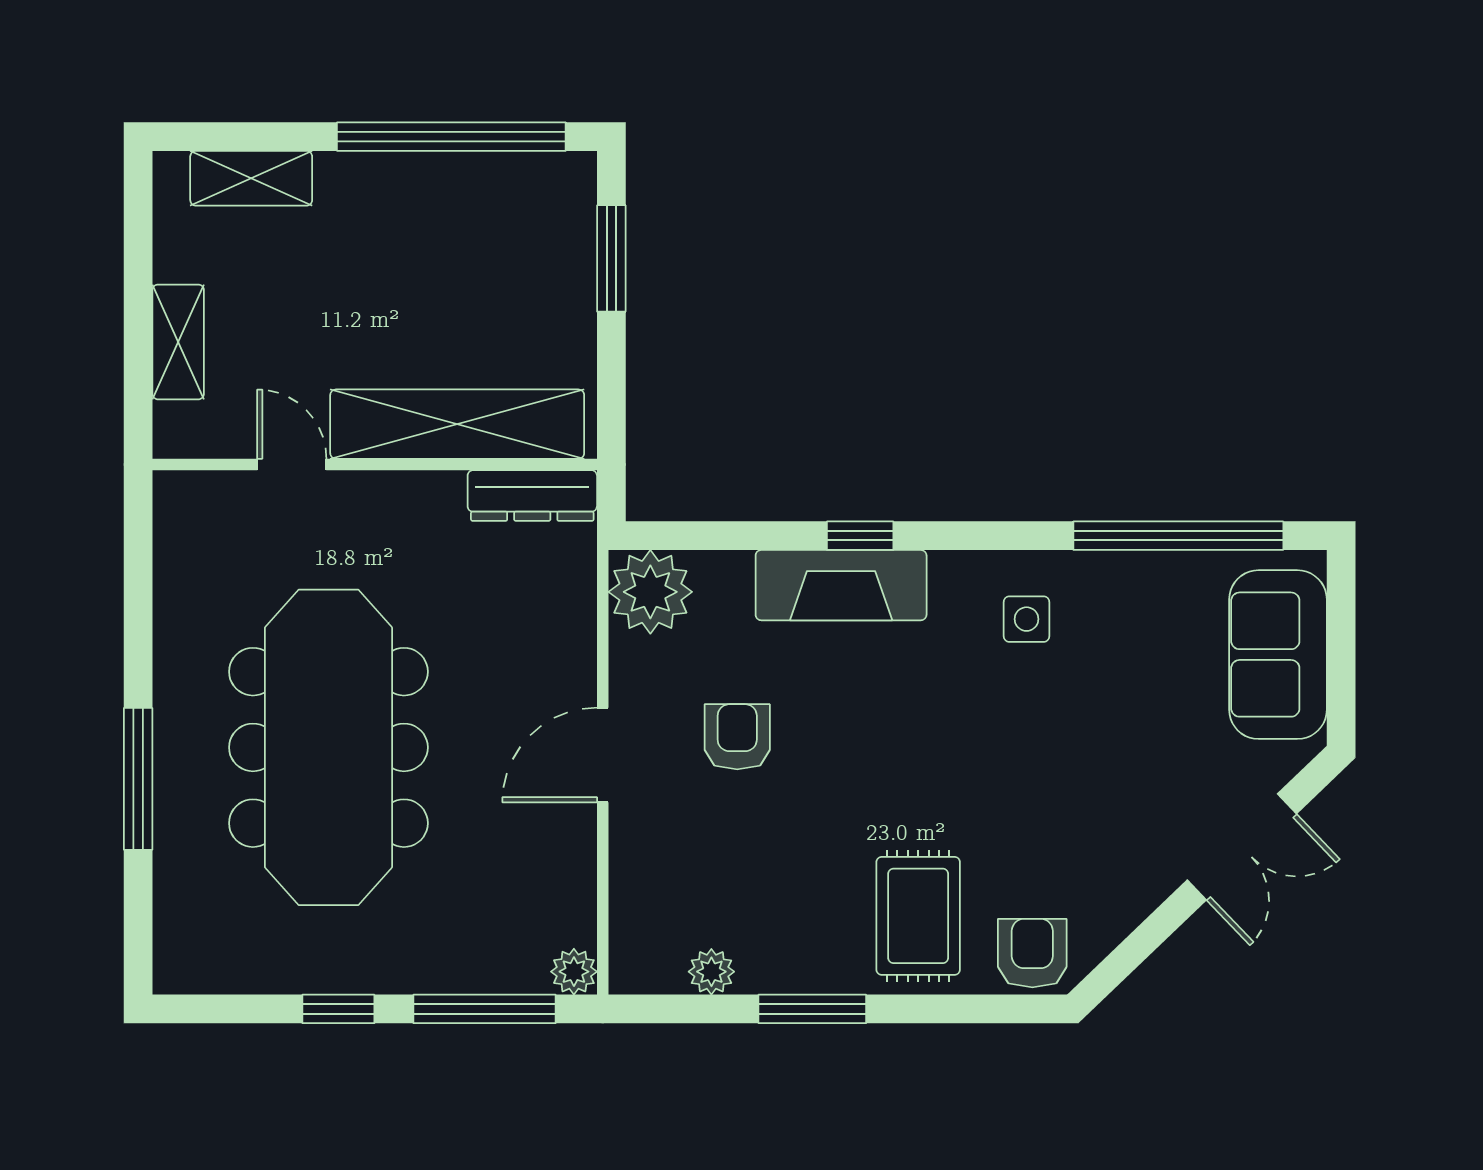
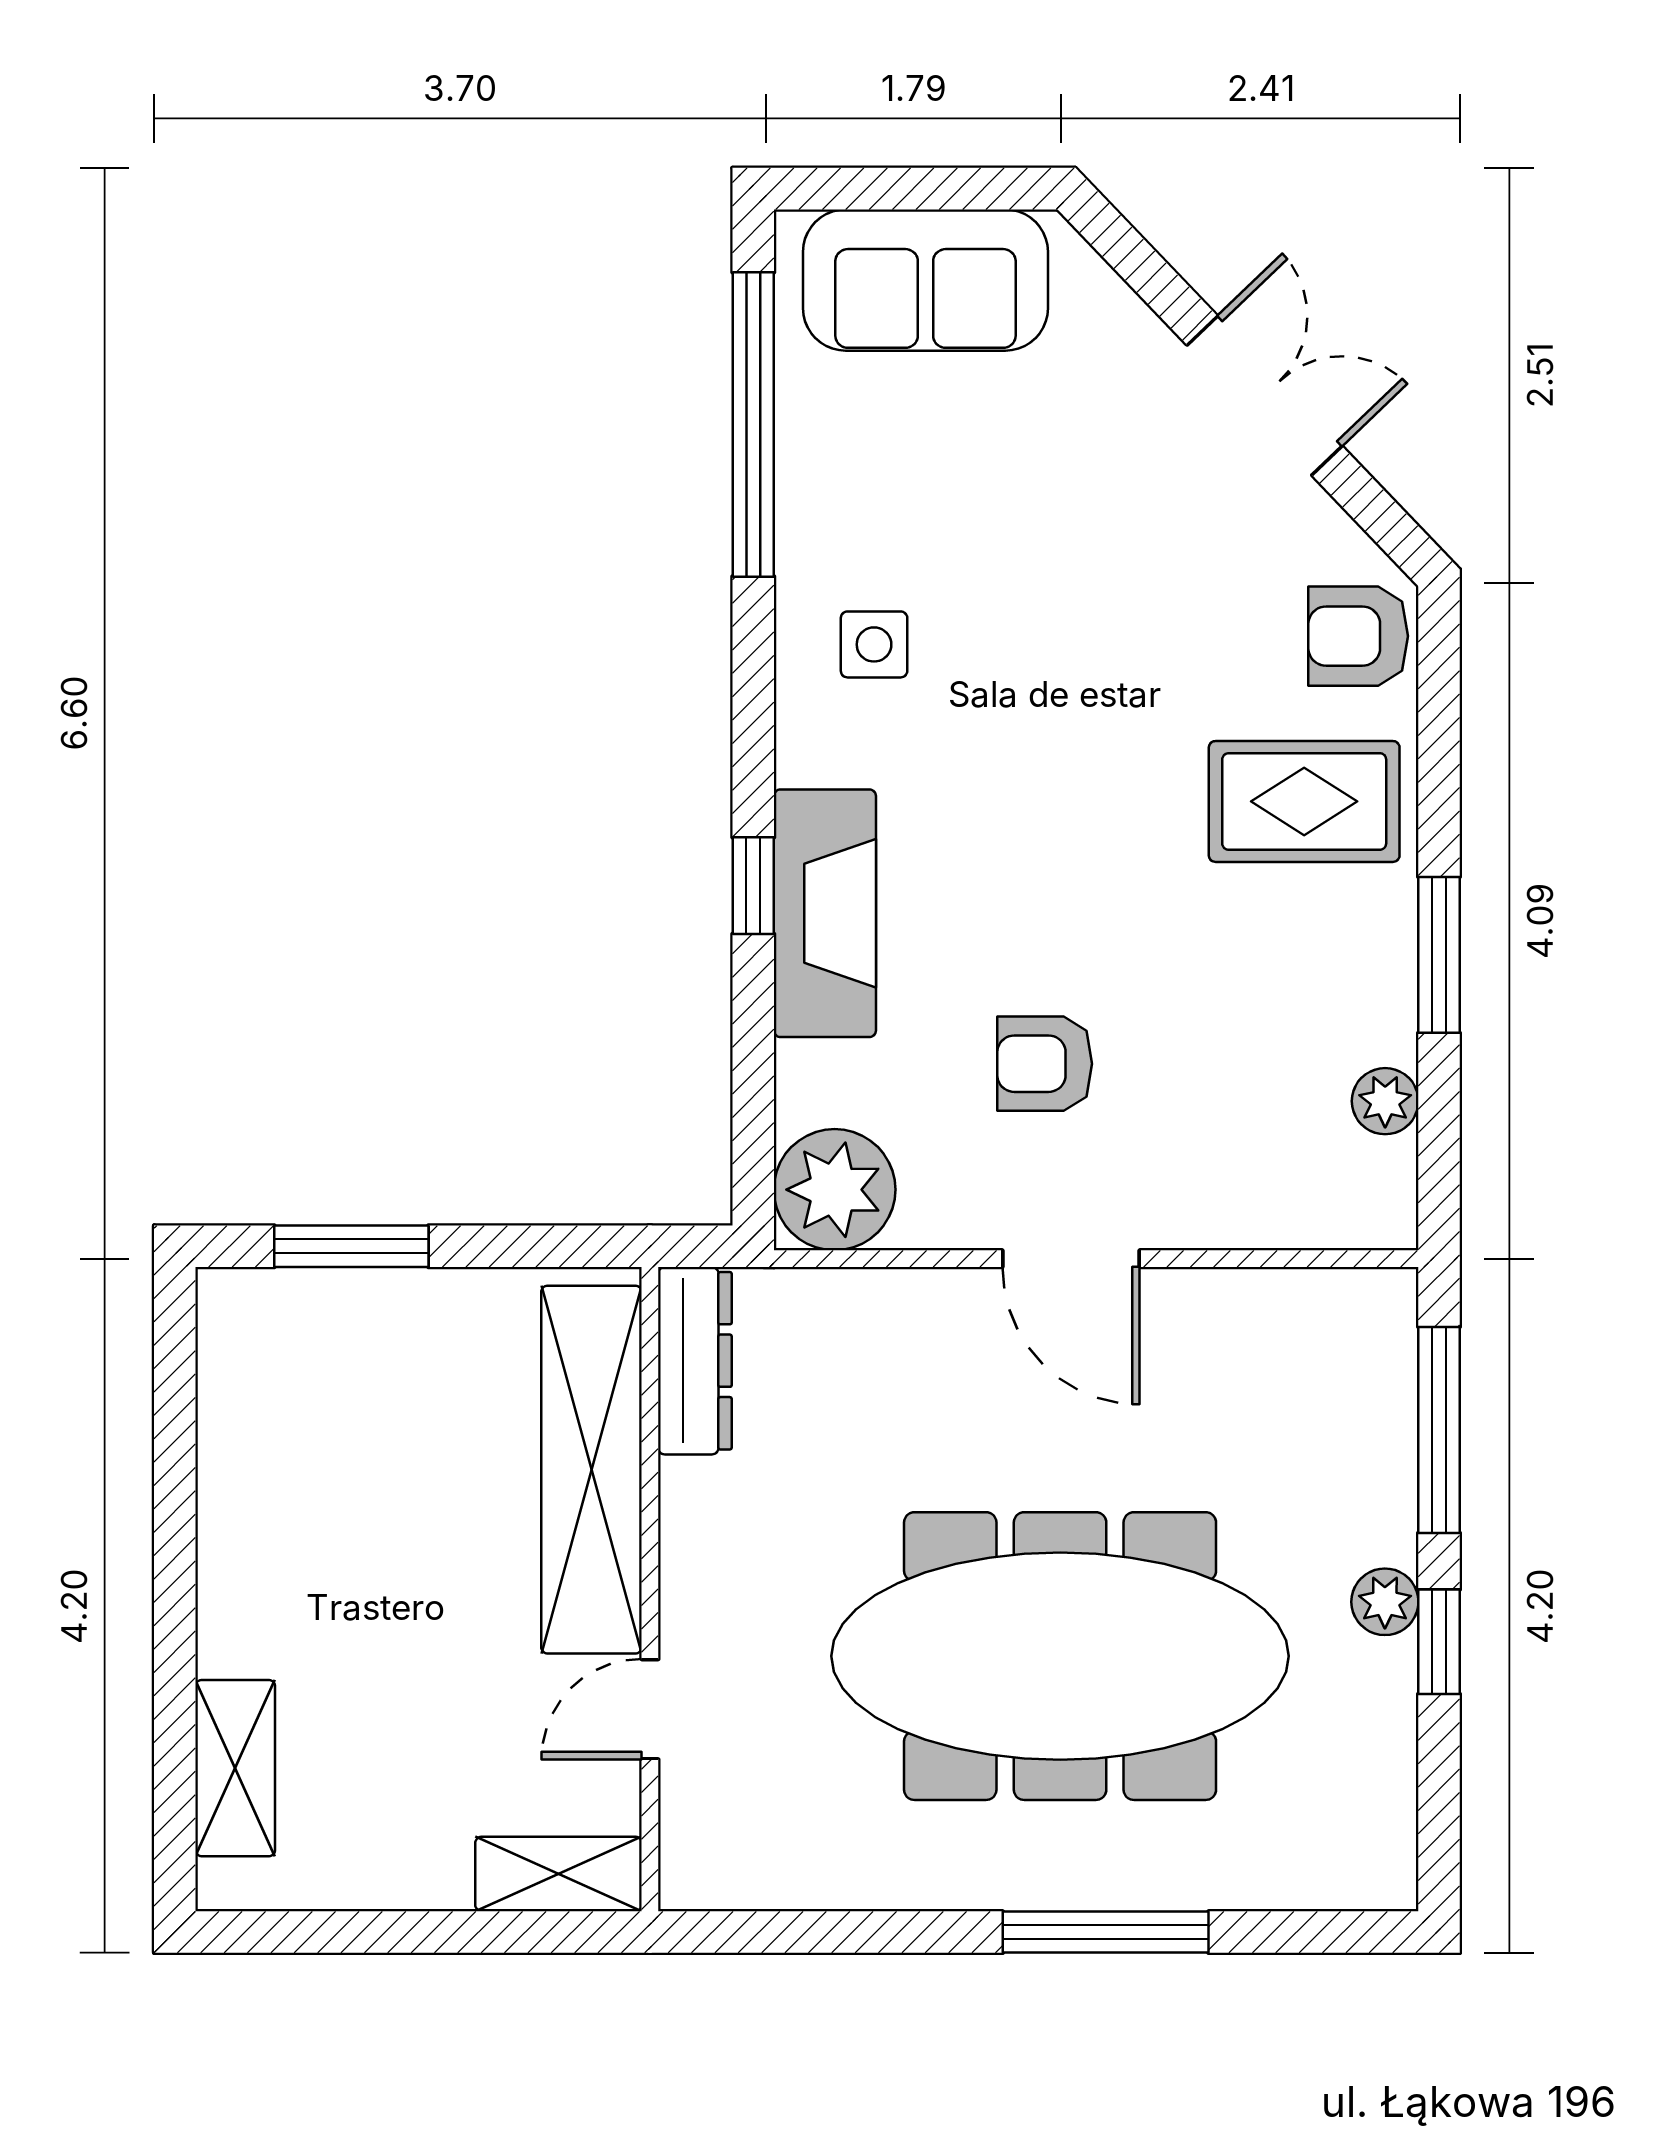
window: (451, 137) -> (175, 1478), removed
shelving: (178, 342) -> (559, 1874), moved
double door: (1242, 847) -> (1265, 396), moved
plant: (574, 972) -> (1385, 1602), moved

